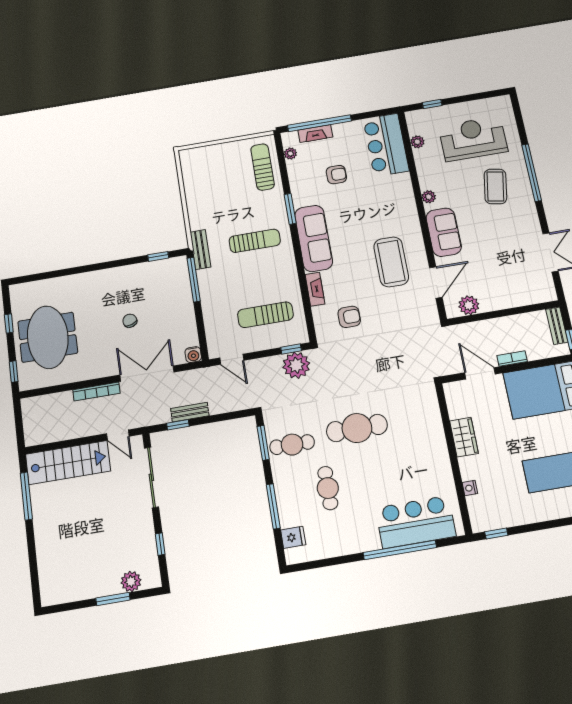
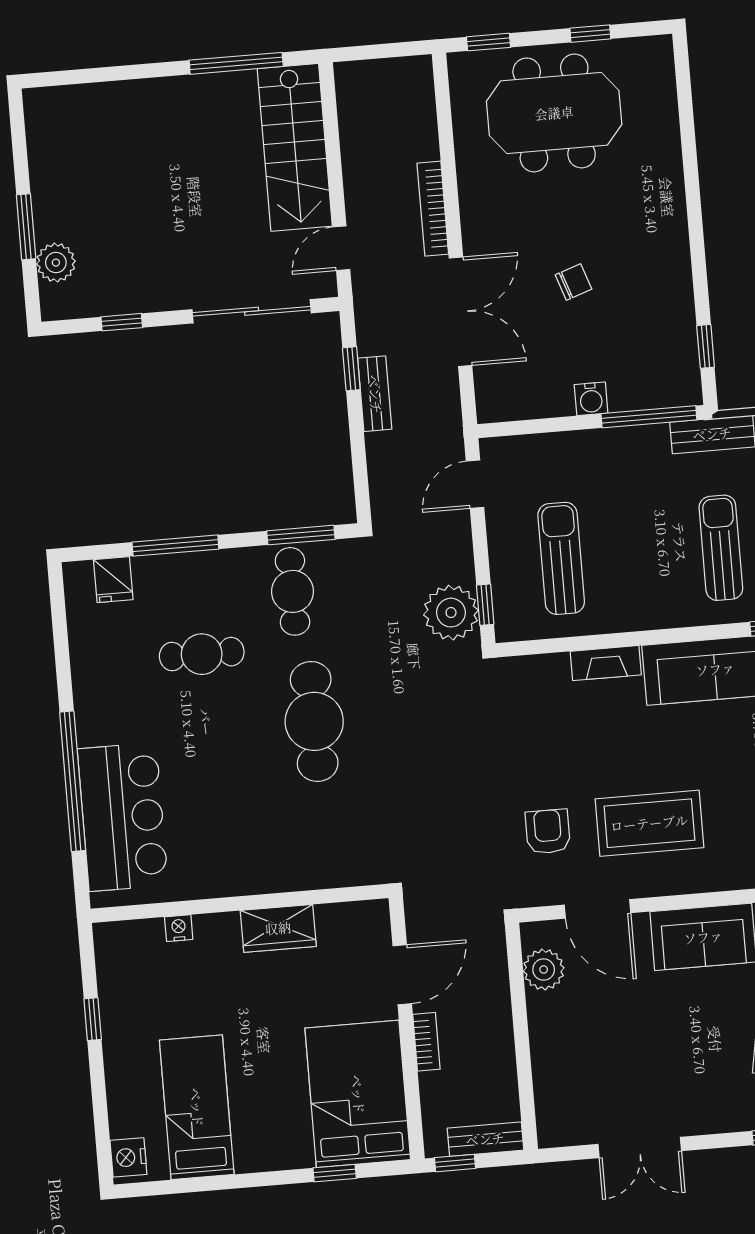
sun lounger: (255, 241) -> (721, 548), turned 180
armchair: (349, 317) -> (548, 832), moved, turned 180
water cooler: (193, 355) -> (591, 399), moved, turned -90
window: (496, 533) -> (93, 1019), moved

